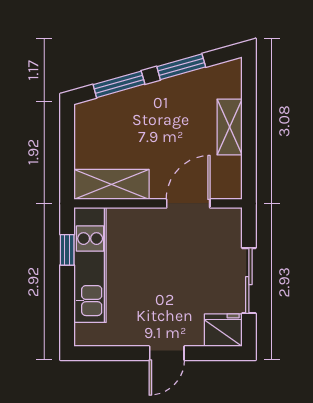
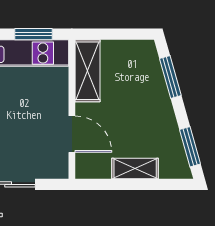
window: (181, 67) -> (190, 147), moved
window: (67, 250) -> (34, 34), width x1.50

